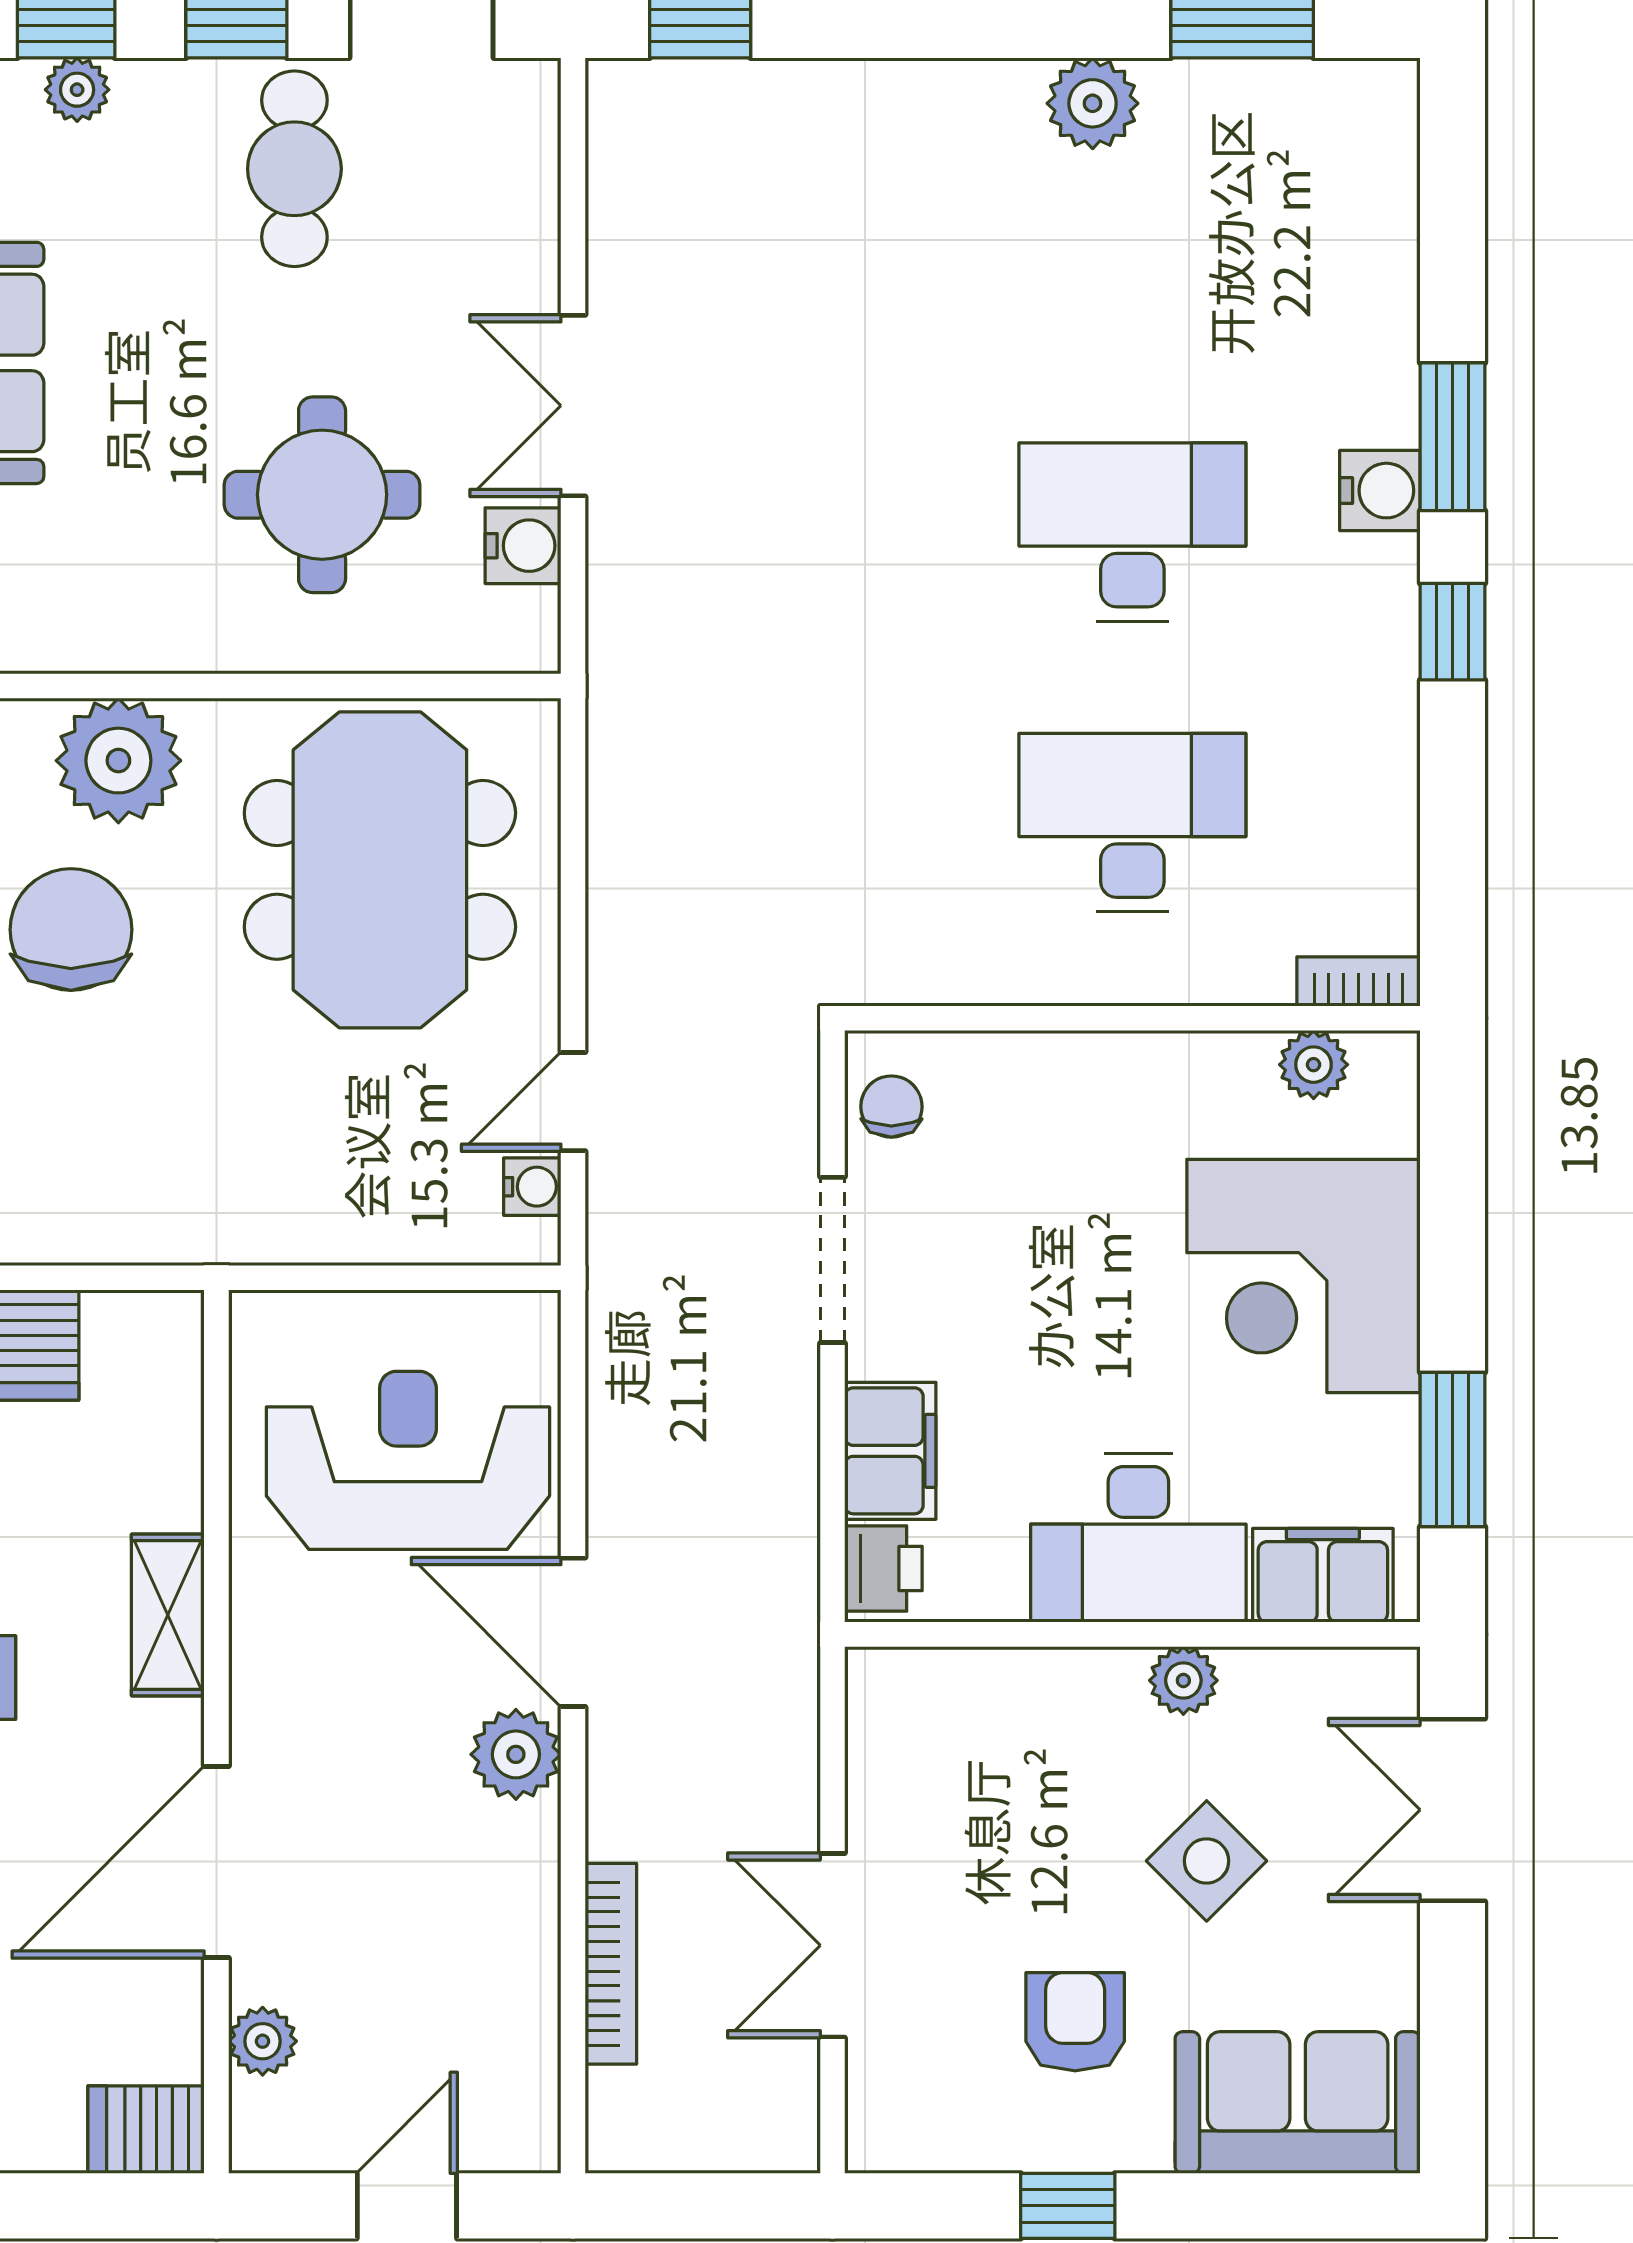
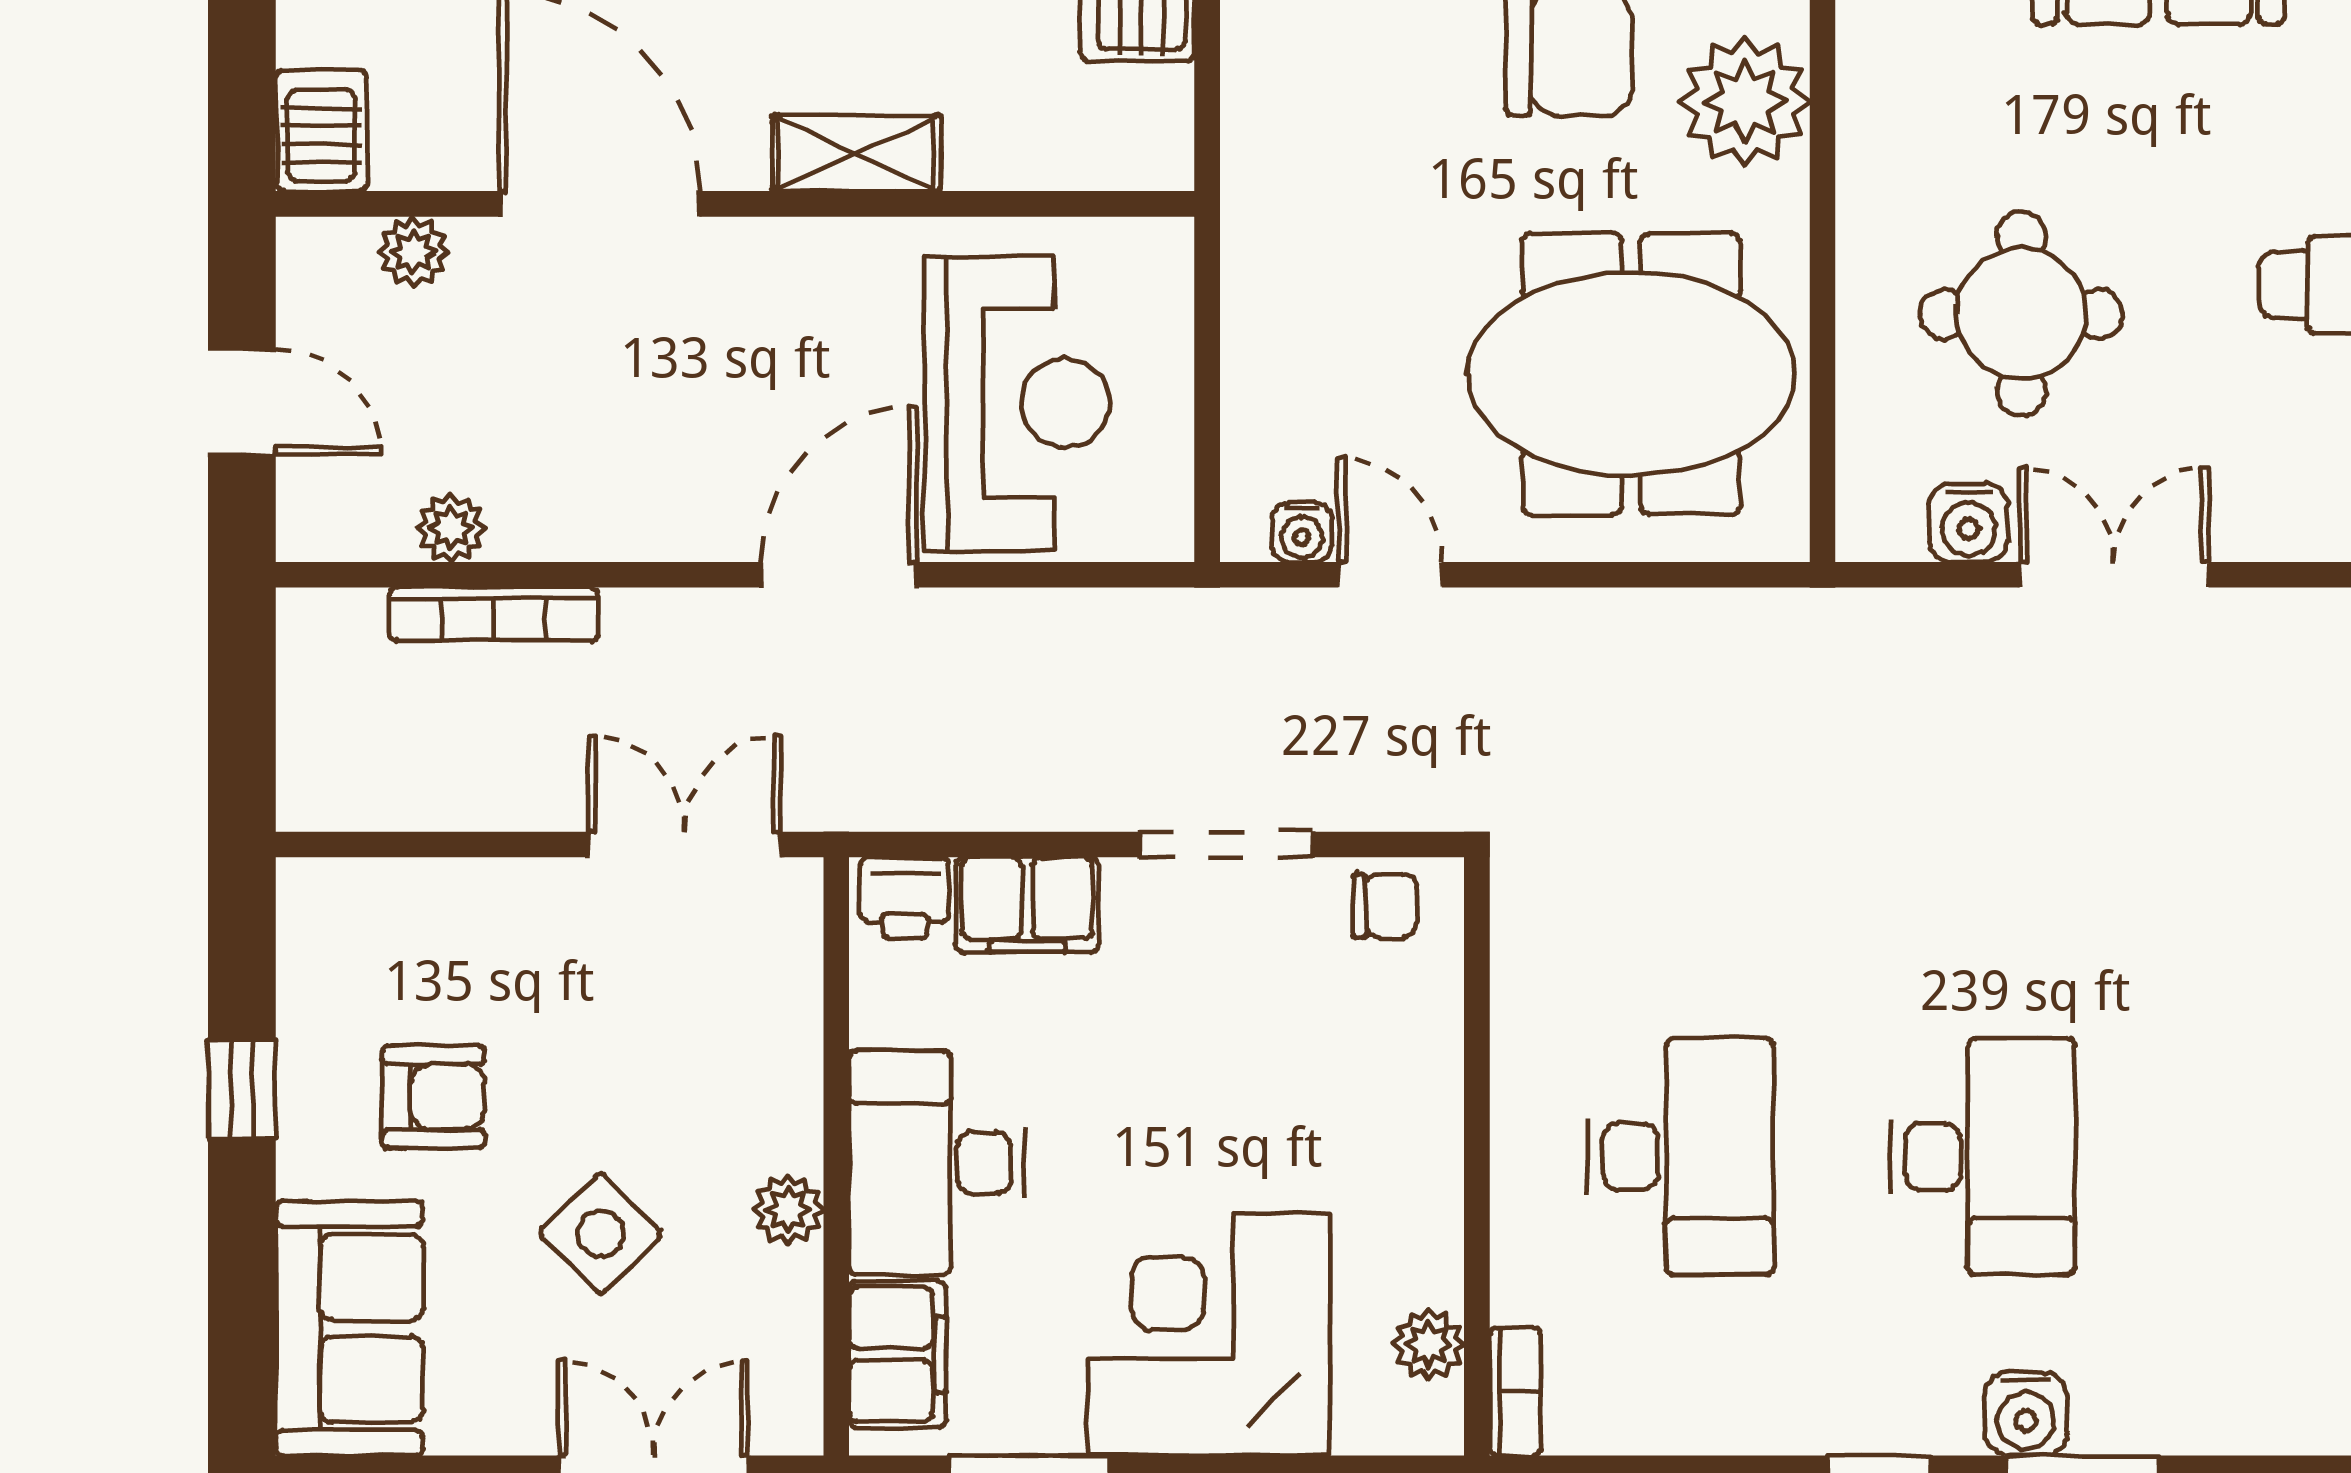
plant: (516, 1754) -> (451, 528), moved, width x0.73, depth x0.73
double door: (832, 1945) -> (685, 845), moved

